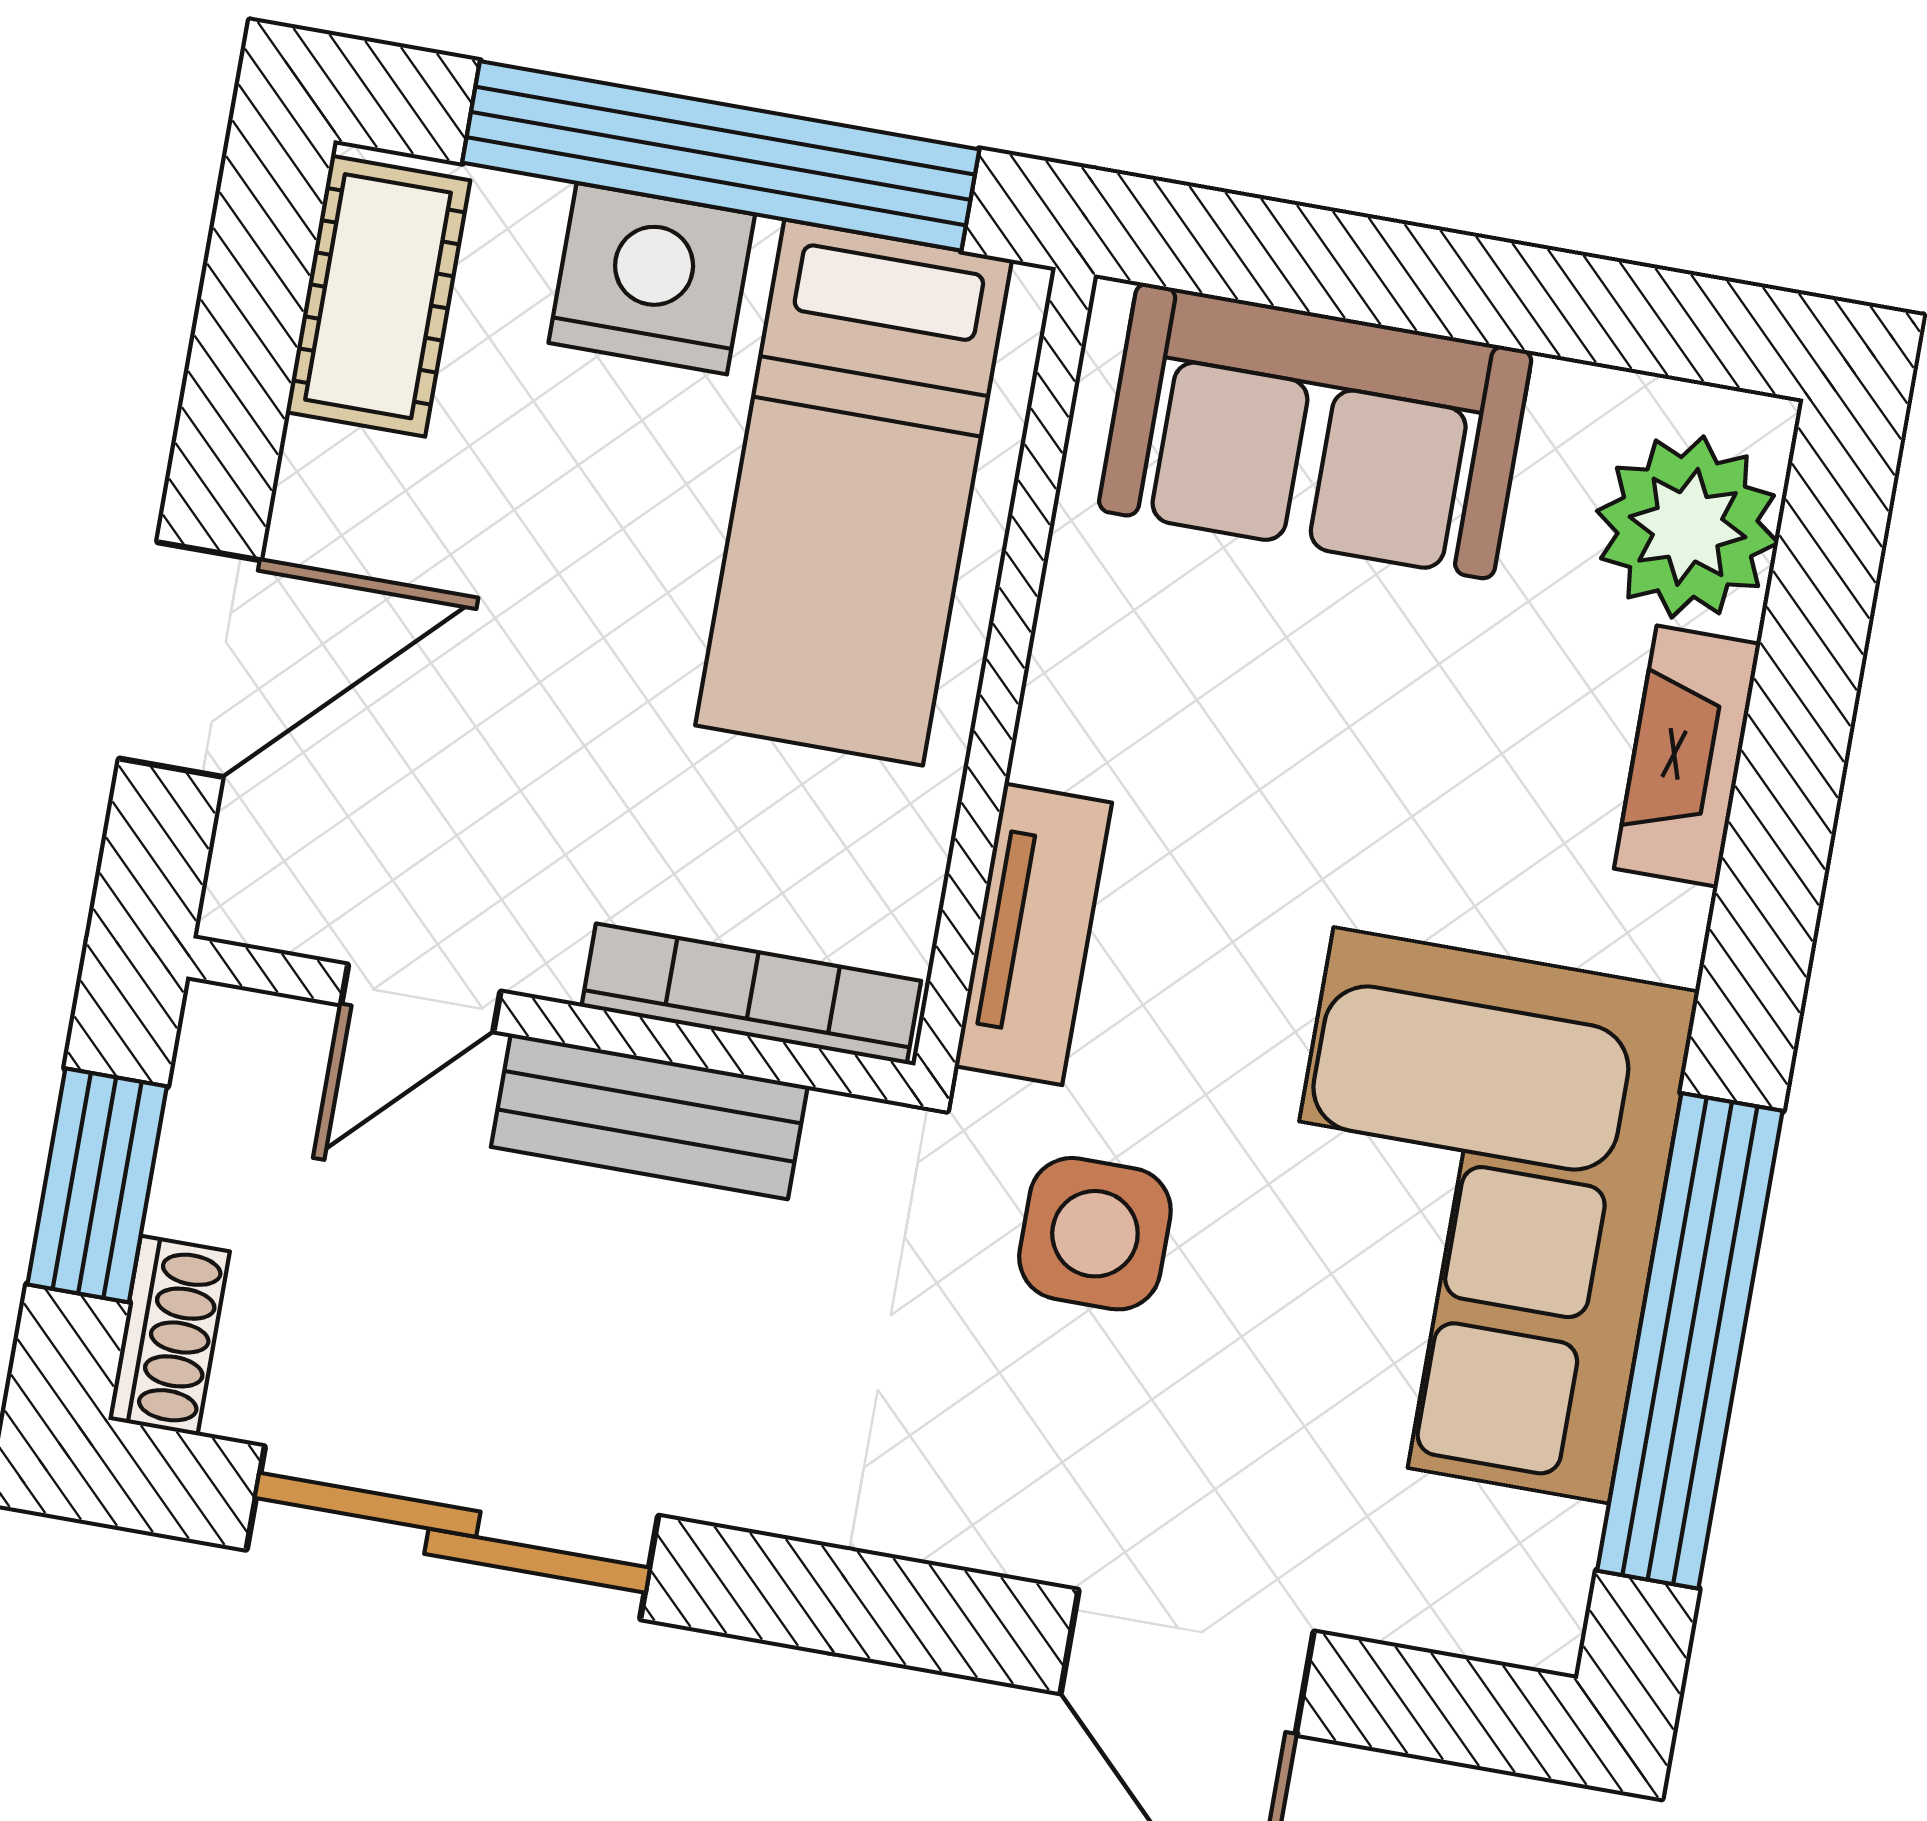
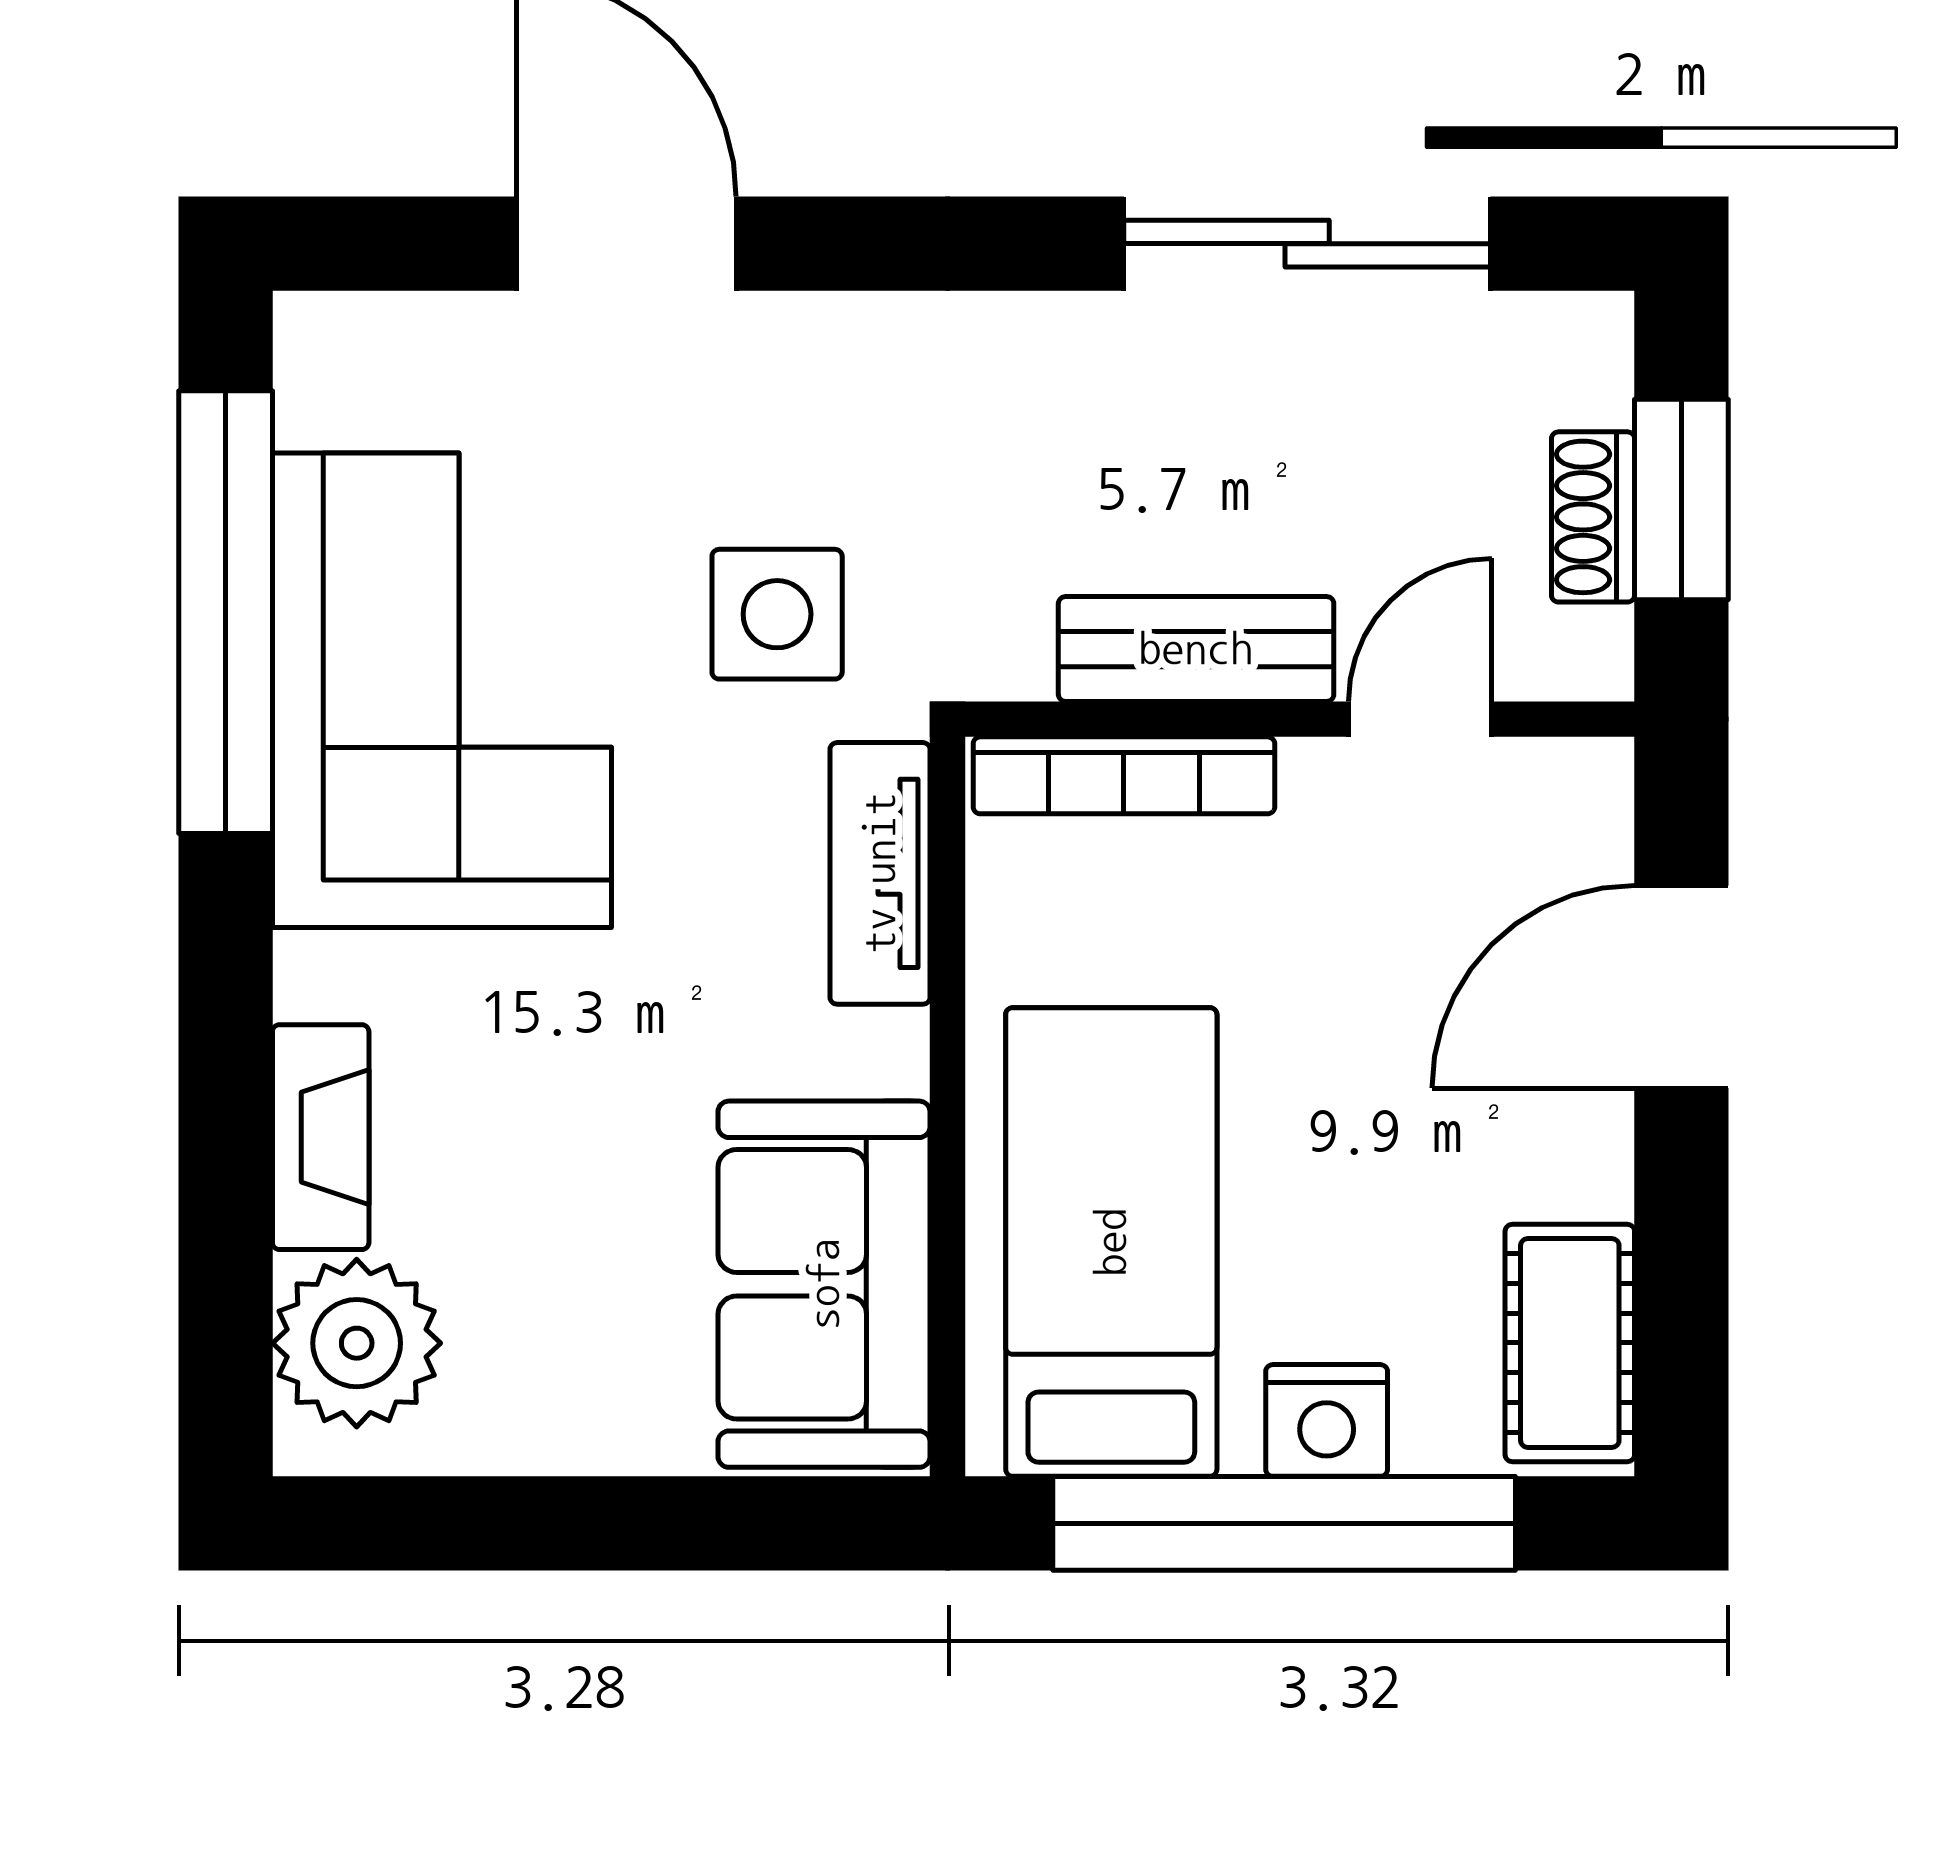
nightstand: (652, 279) -> (1327, 1420), width x0.74, depth x0.75
sofa: (1315, 431) -> (824, 1284), moved, turned -90
shoe rack: (169, 1336) -> (1593, 517), moved

